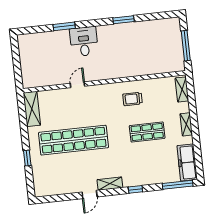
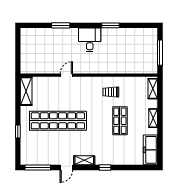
desk: (84, 42) -> (90, 40), moved
shop shelf: (147, 132) -> (120, 121), turned 90
window: (178, 185) -> (38, 167), moved

